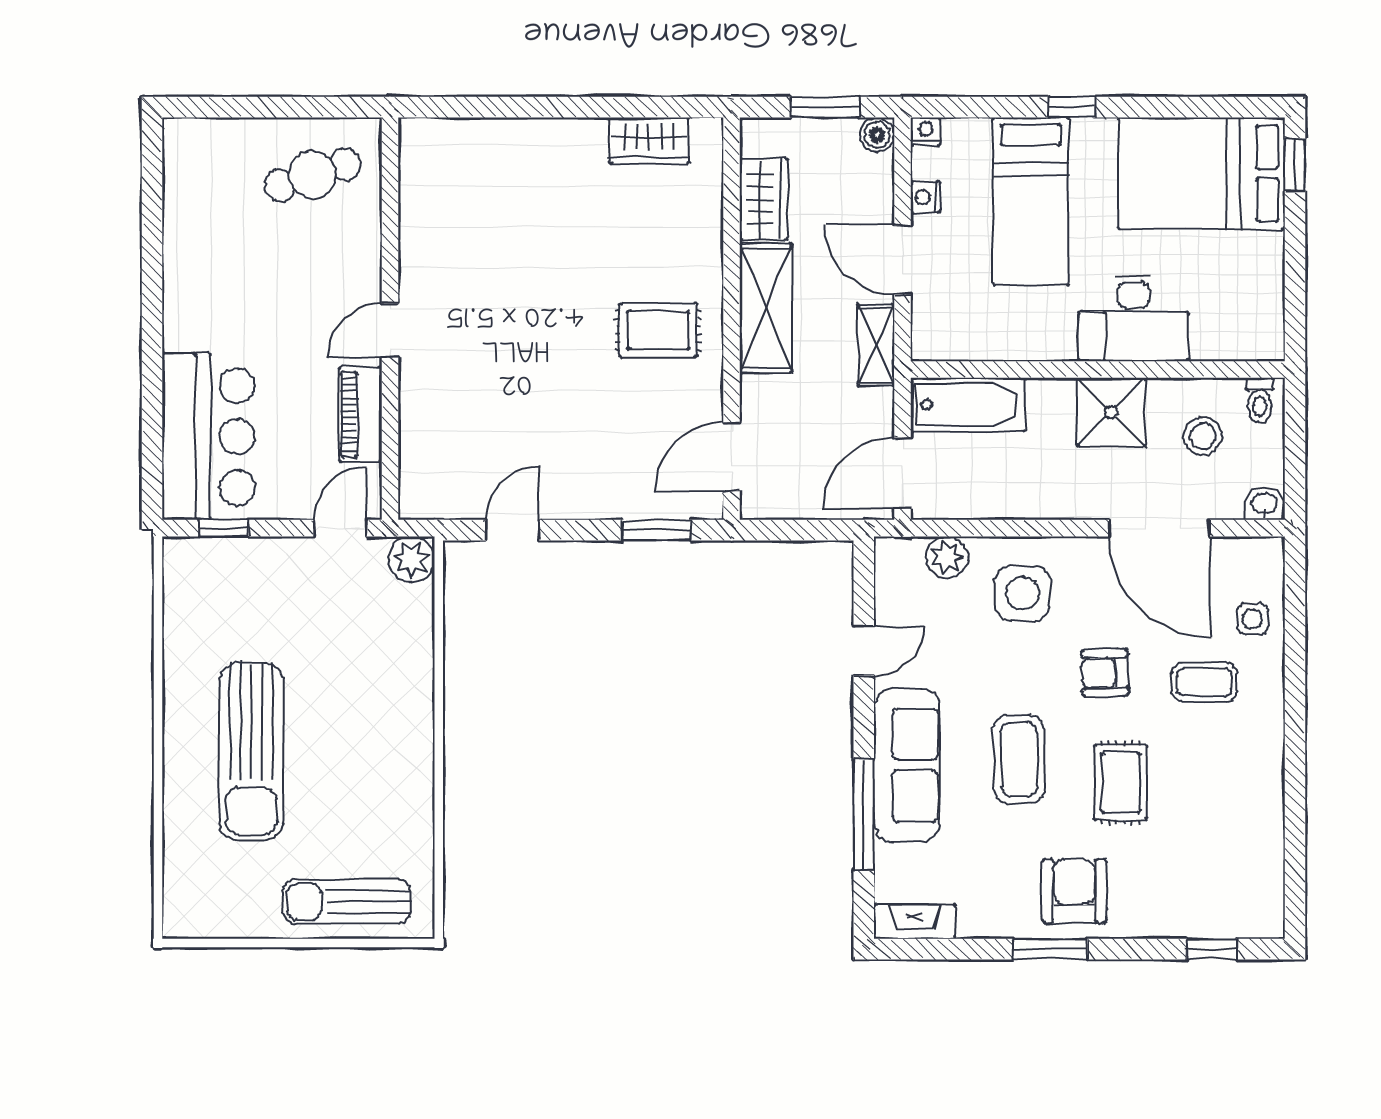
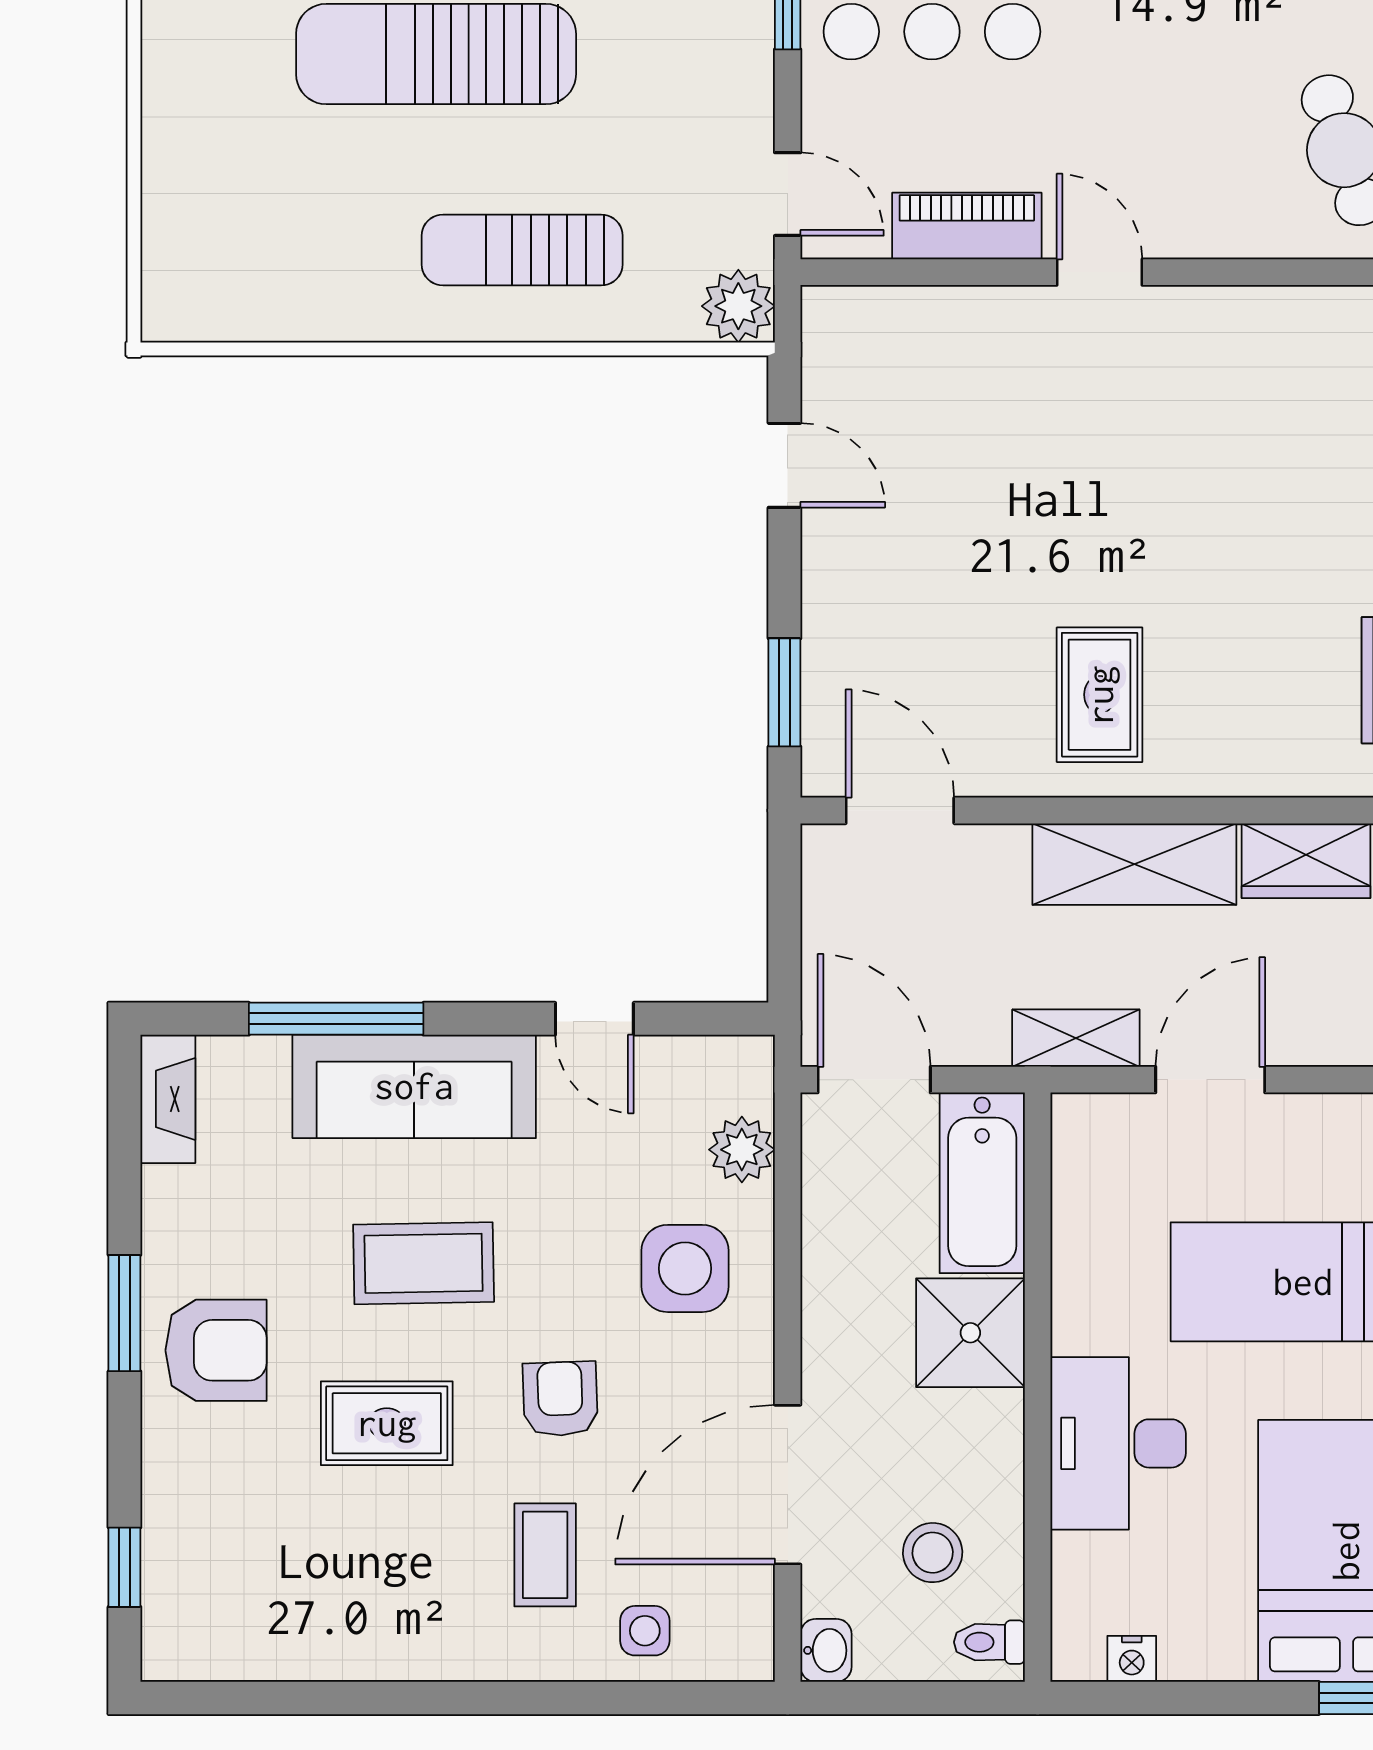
nightstand: (925, 197) -> (1132, 1659), moved, turned 180
shower: (1111, 412) -> (970, 1333), moved
sun lounger: (347, 902) -> (522, 250), moved, turned -90

